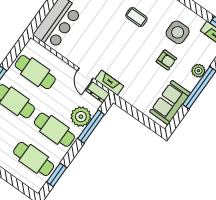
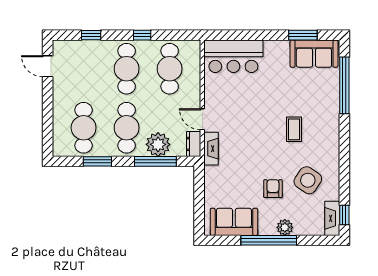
side table: (178, 32) -> (308, 180), turned 34
armchair: (166, 60) -> (273, 189), turned 180
door: (85, 74) -> (202, 119), hinge flipped
window: (57, 175) -> (97, 161), moved

